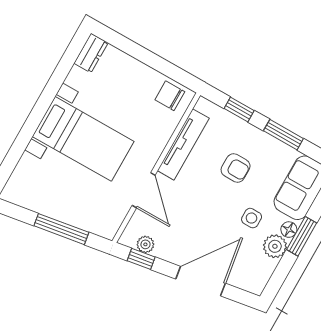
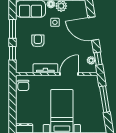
tv unit: (183, 144) -> (45, 68), width x0.71

